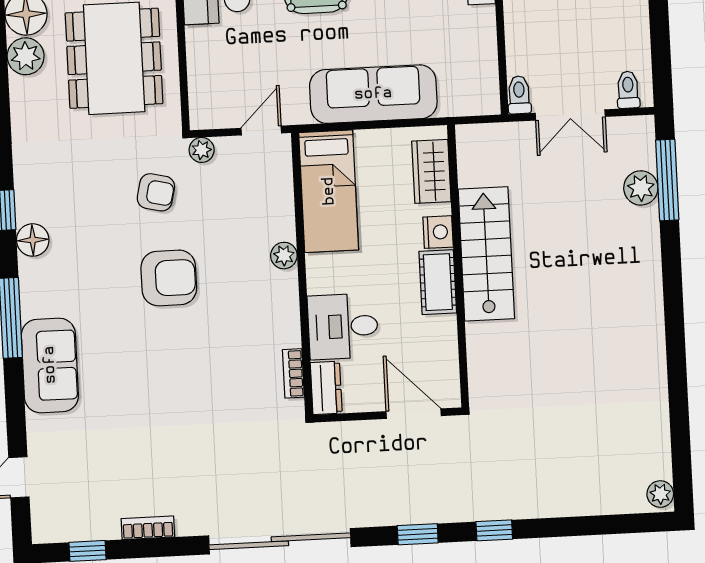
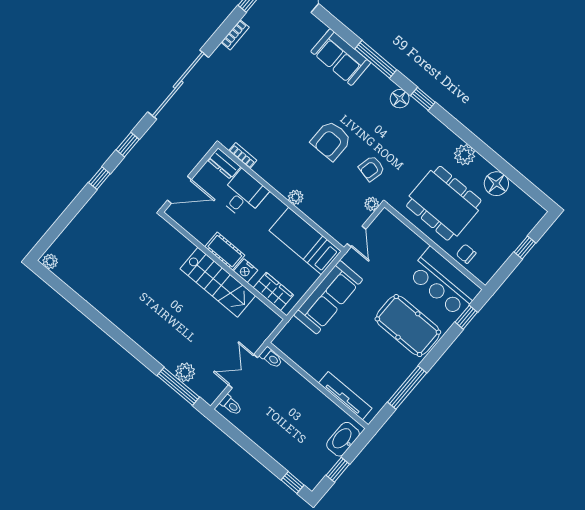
plant: (26, 56) -> (464, 155), moved

